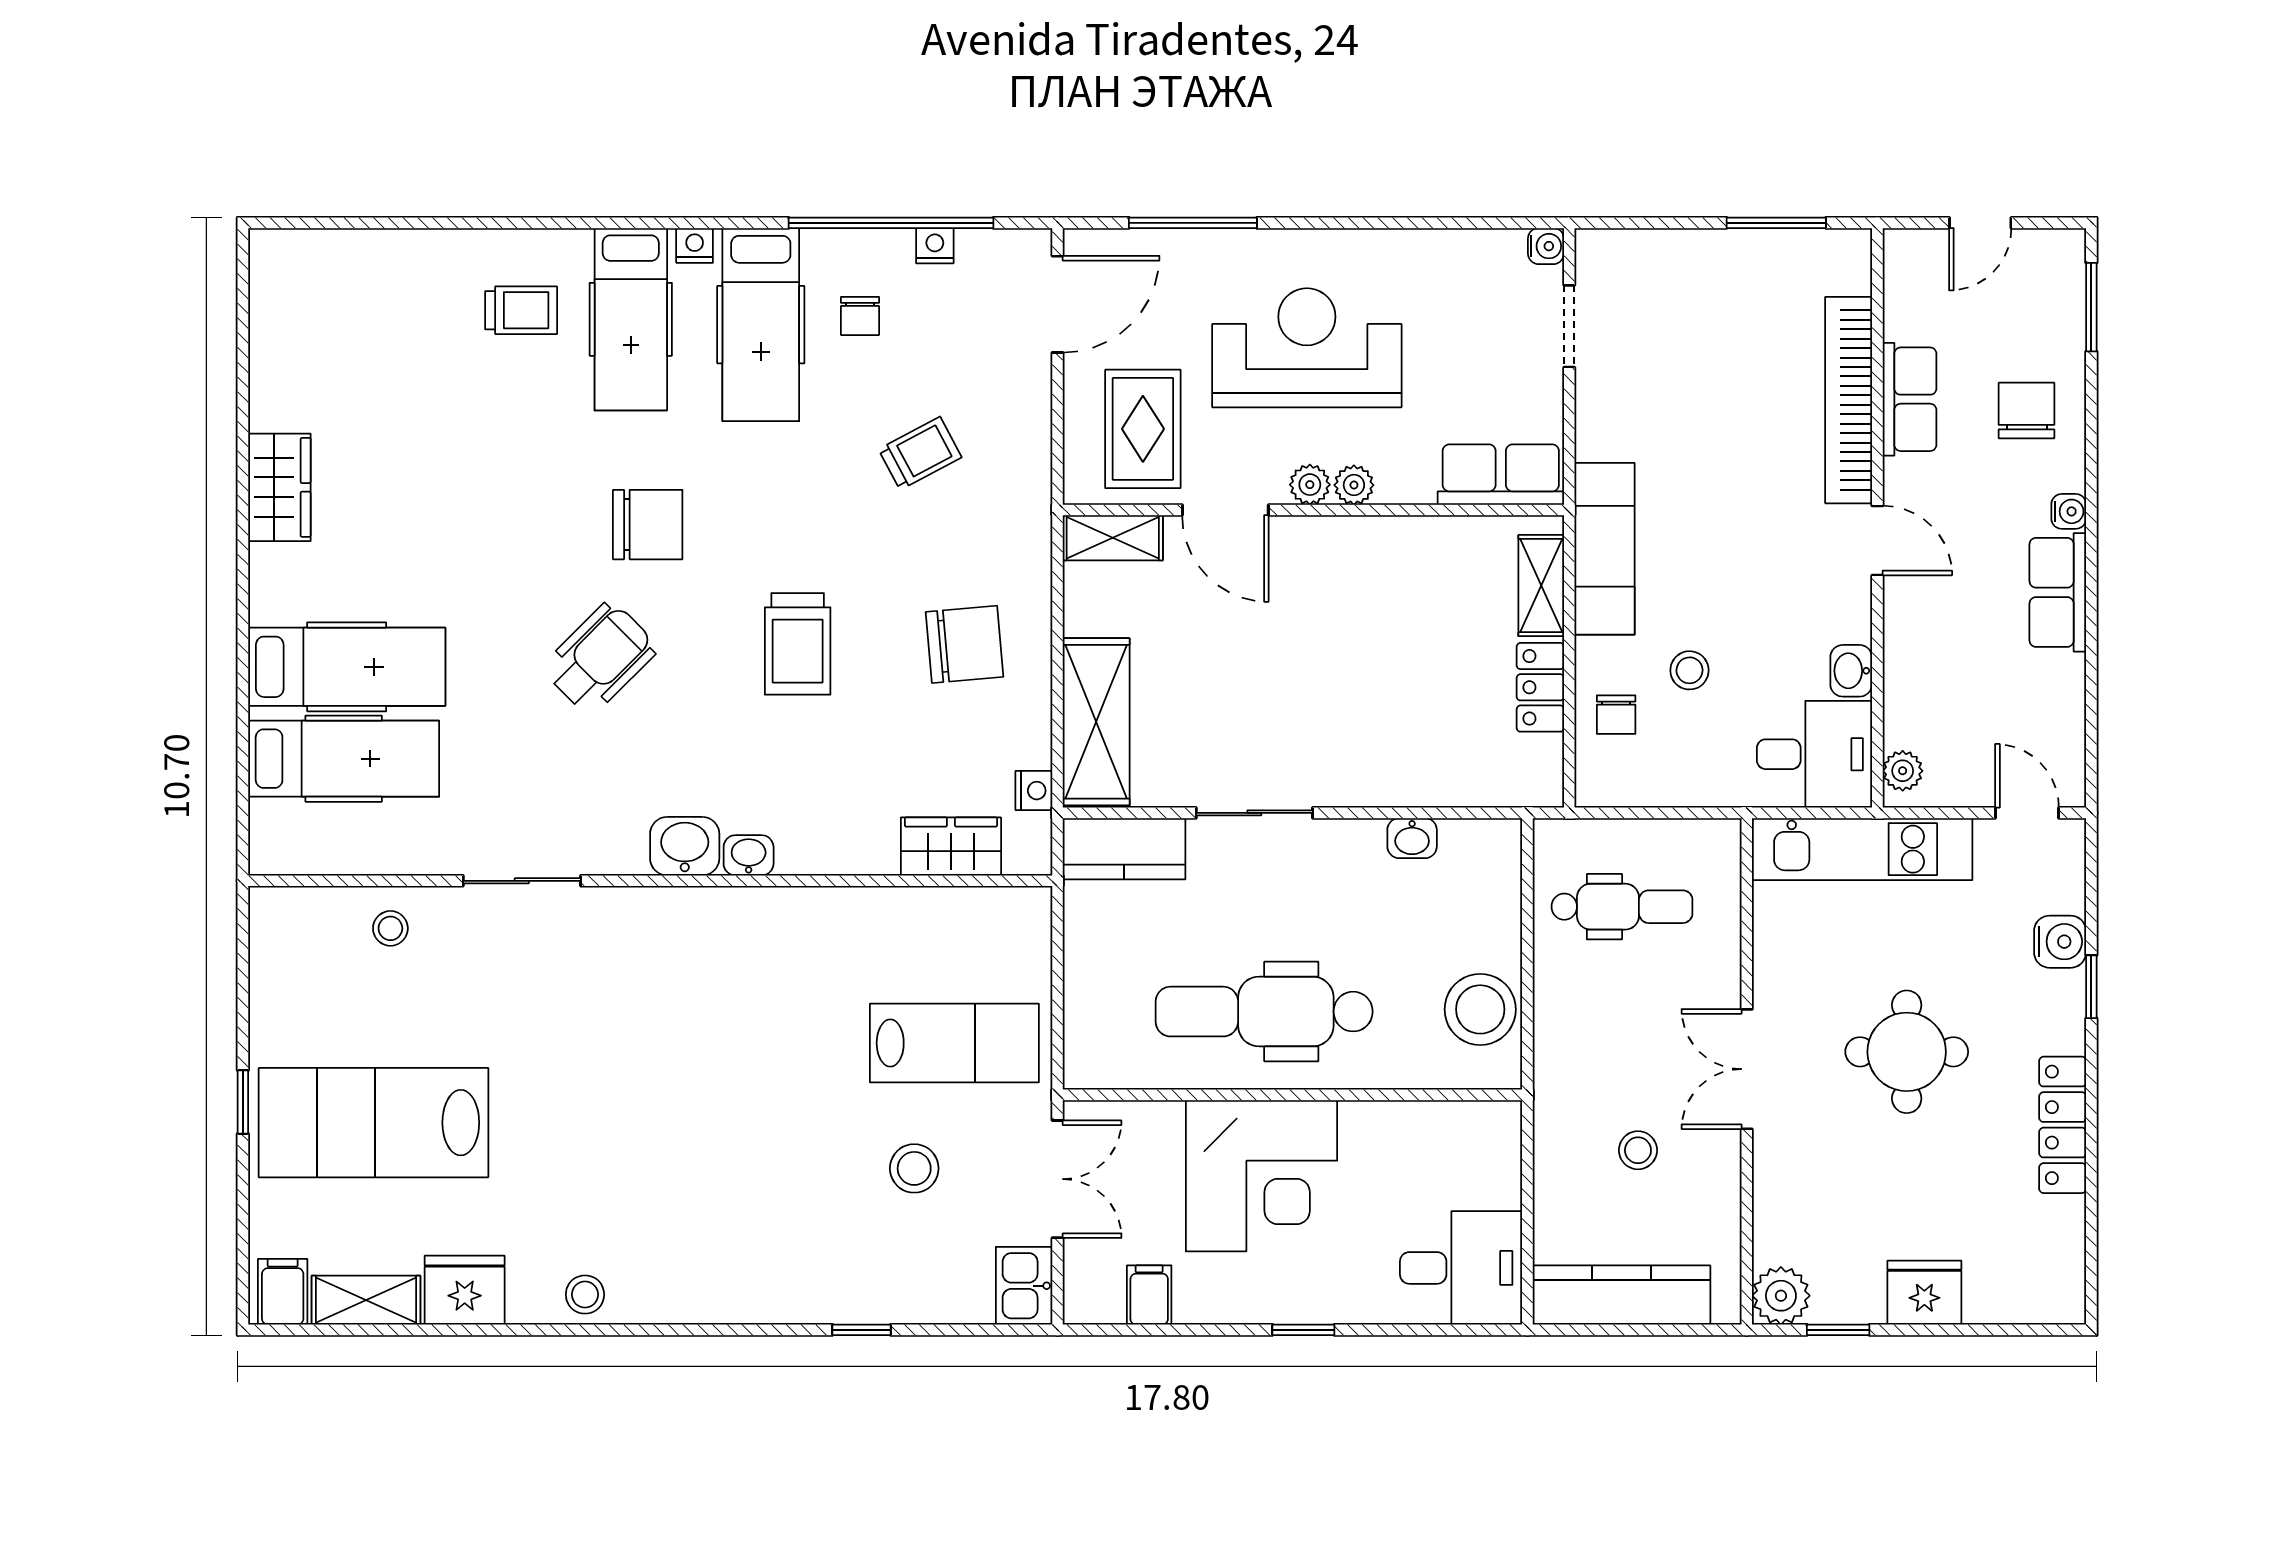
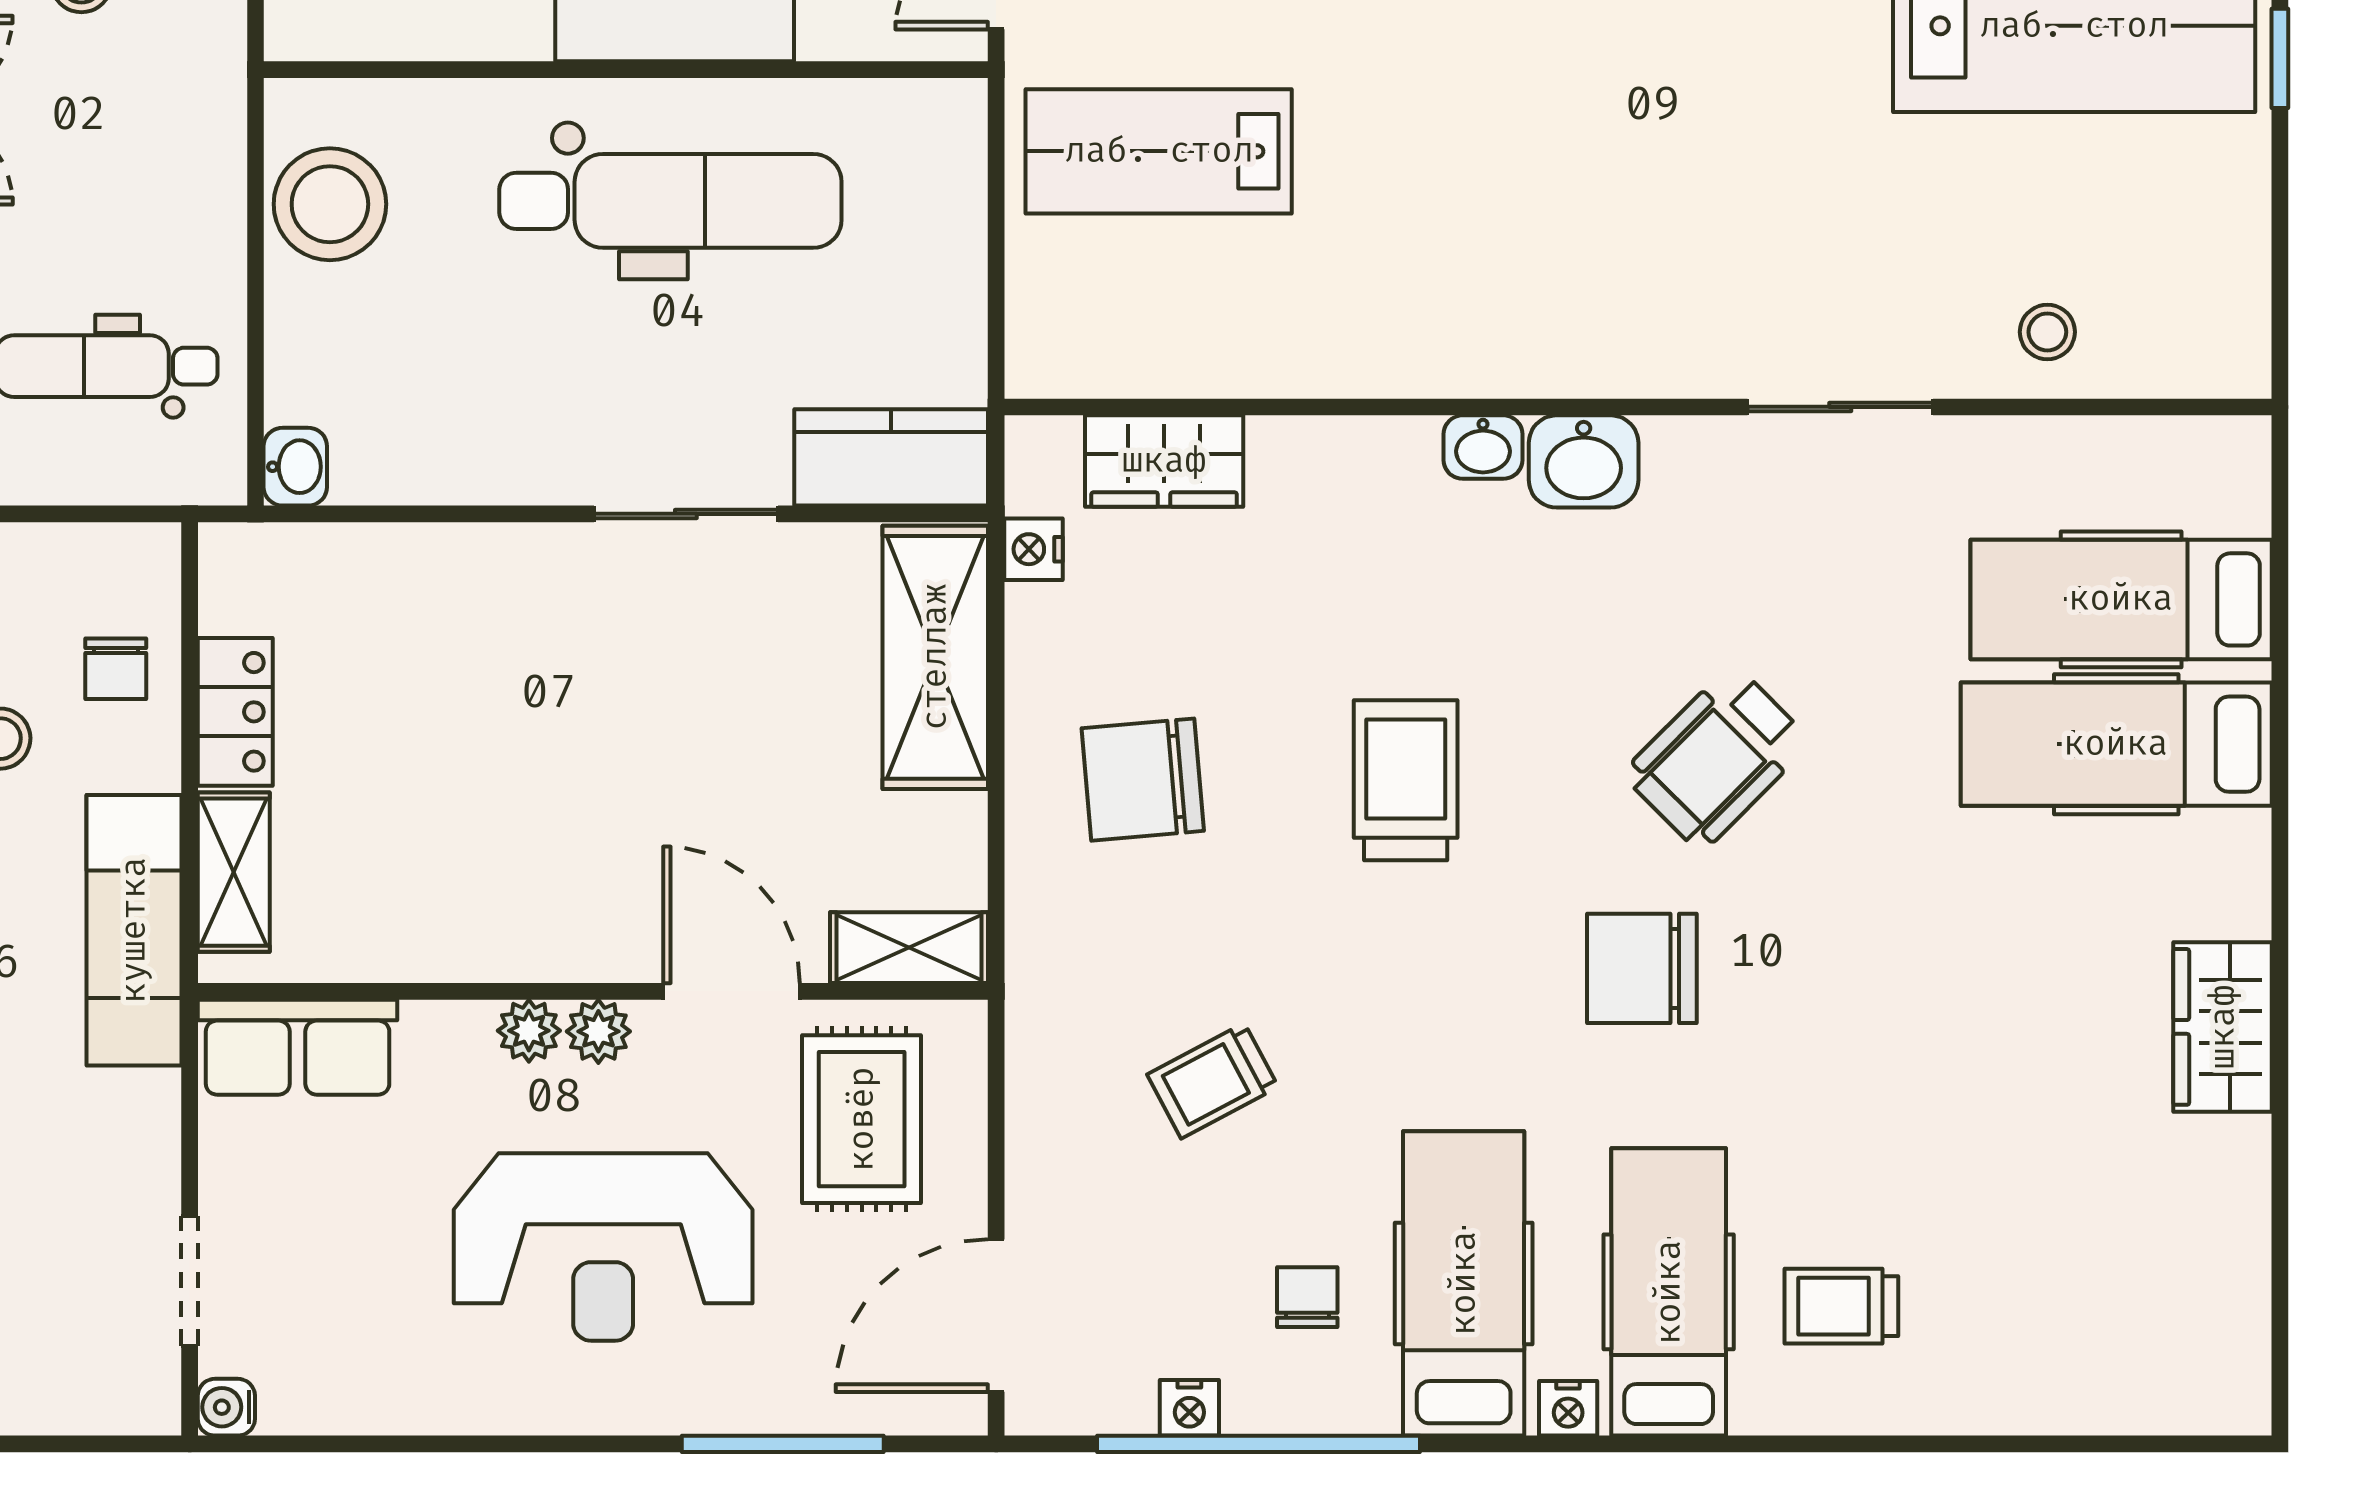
chair: (1616, 715) -> (116, 669), turned 180
washbasin: (1412, 838) -> (295, 467), moved, turned 90

